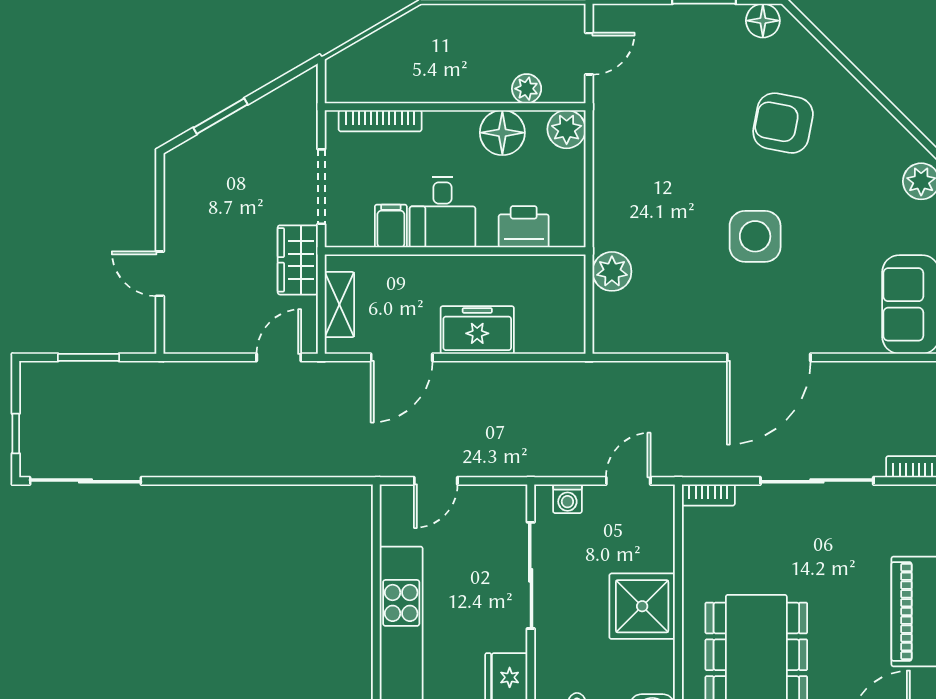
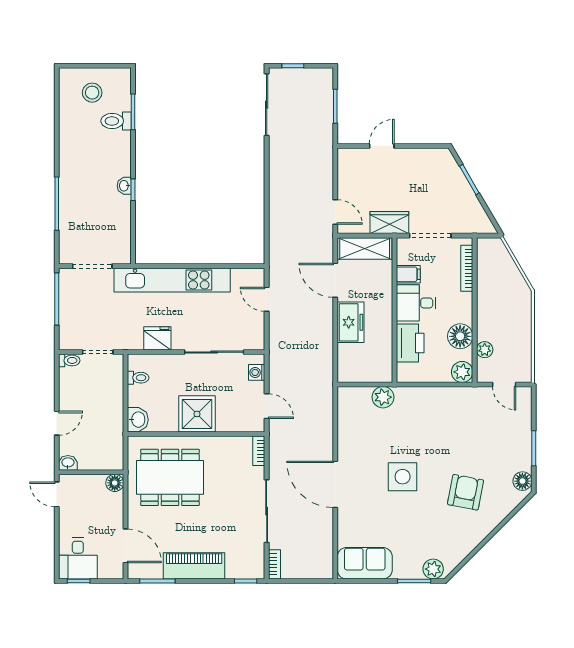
printer: (524, 227) -> (410, 343), width x1.37, depth x1.19
shelving: (339, 305) -> (365, 248), width x1.50, depth x1.33

